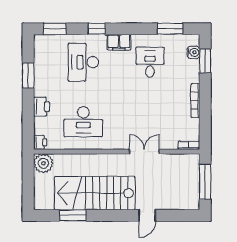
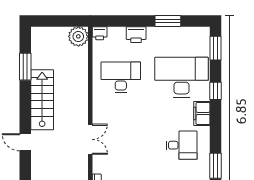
desk: (83, 62) -> (181, 77), width x1.36, depth x1.30
desk: (83, 122) -> (121, 77), turned 90
stairs: (95, 193) -> (42, 100), width x0.73, depth x0.66

